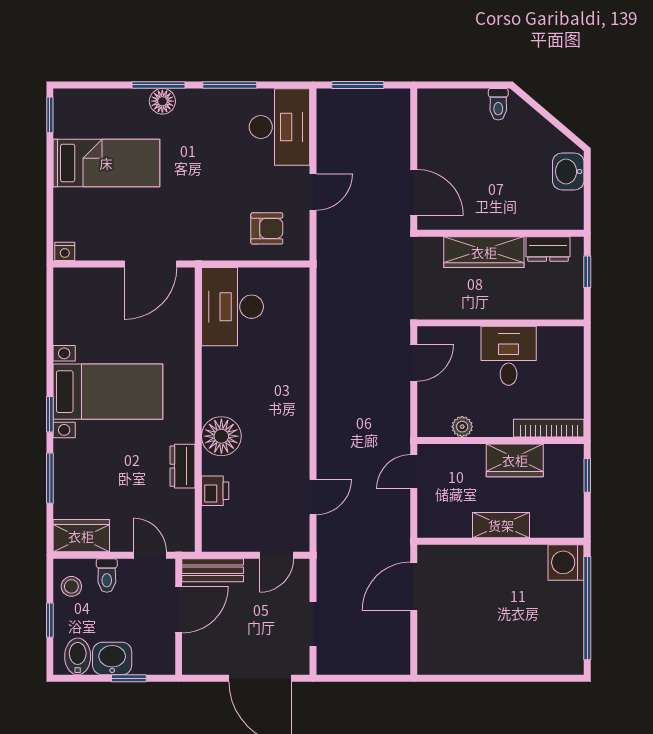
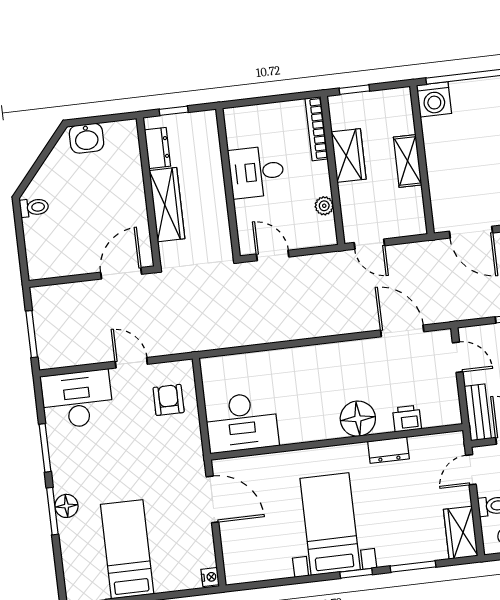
door: (313, 497) -> (402, 331), width x1.37

